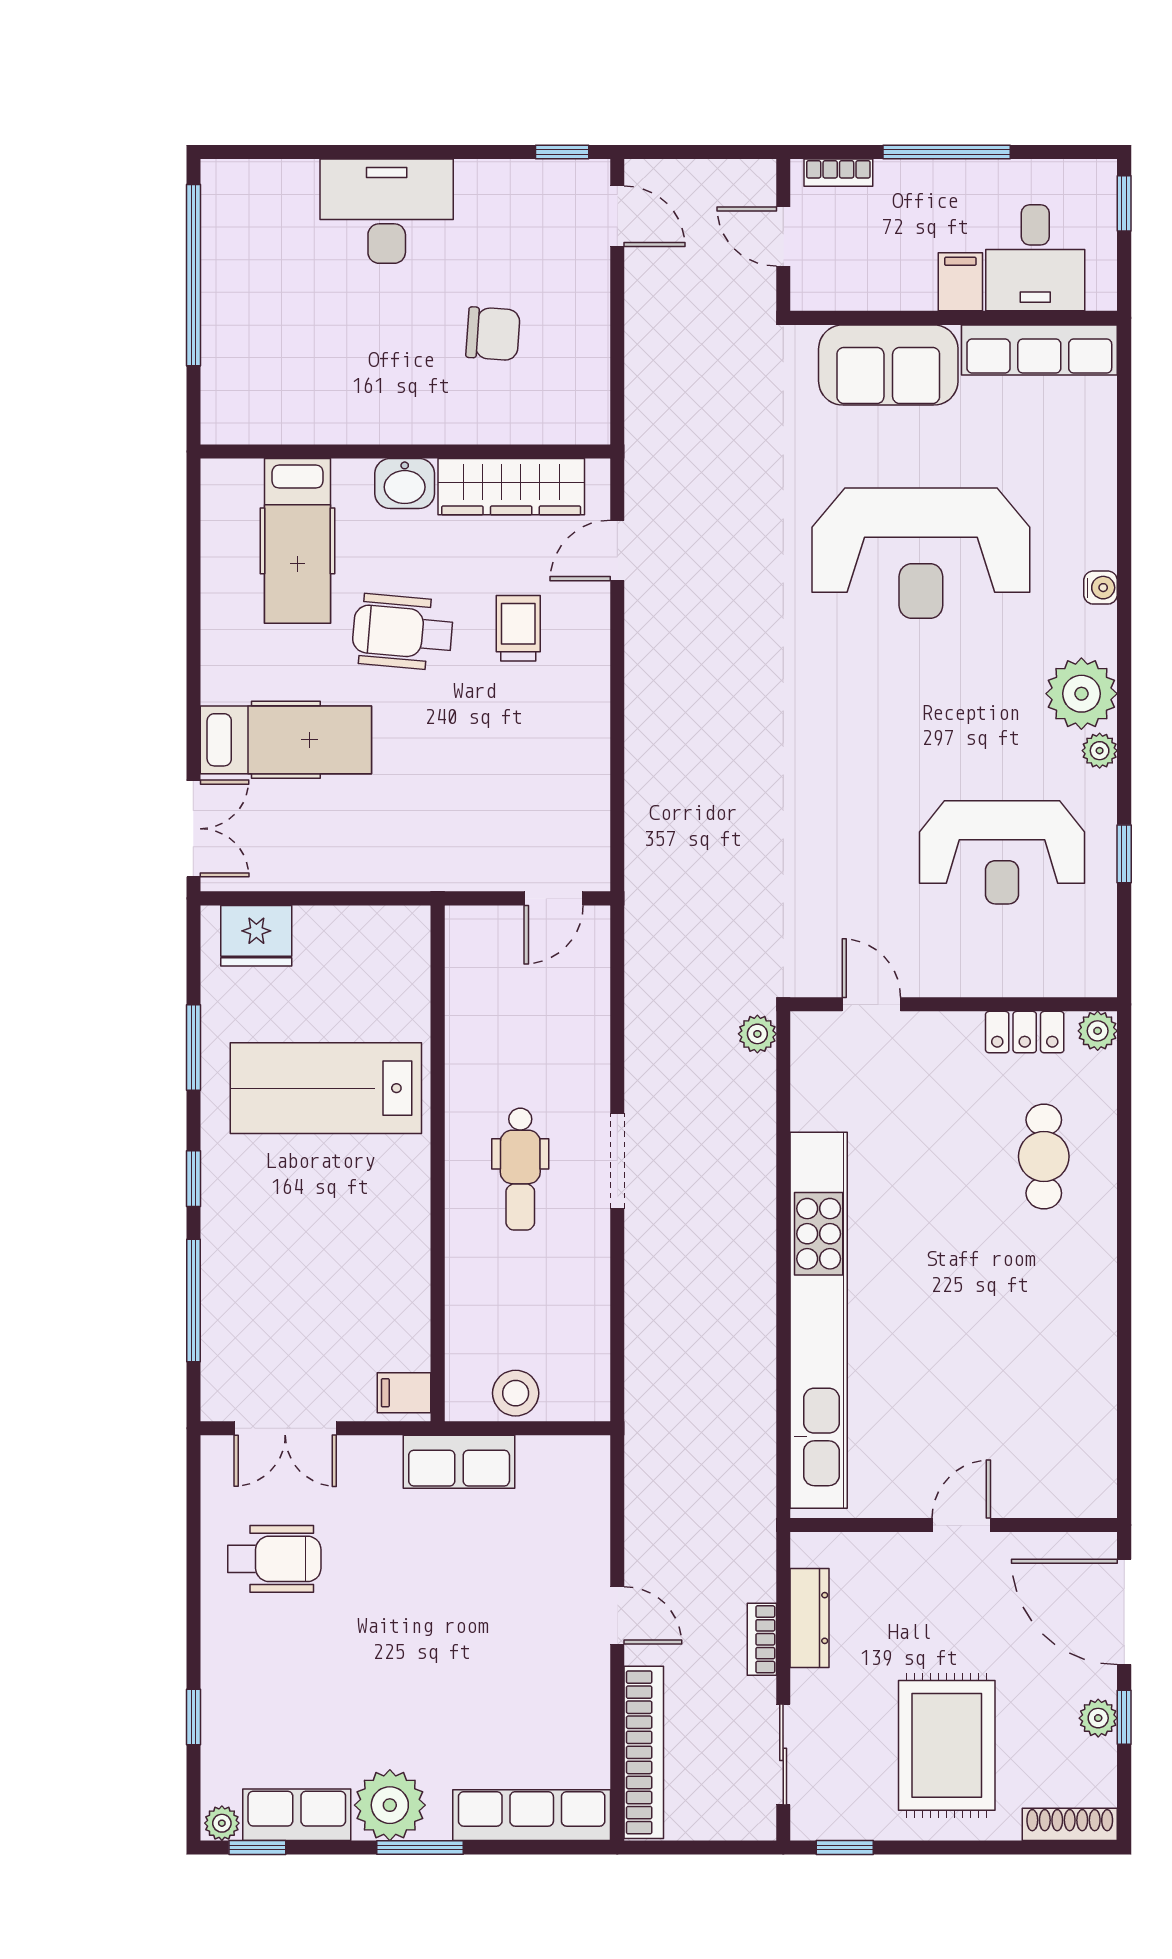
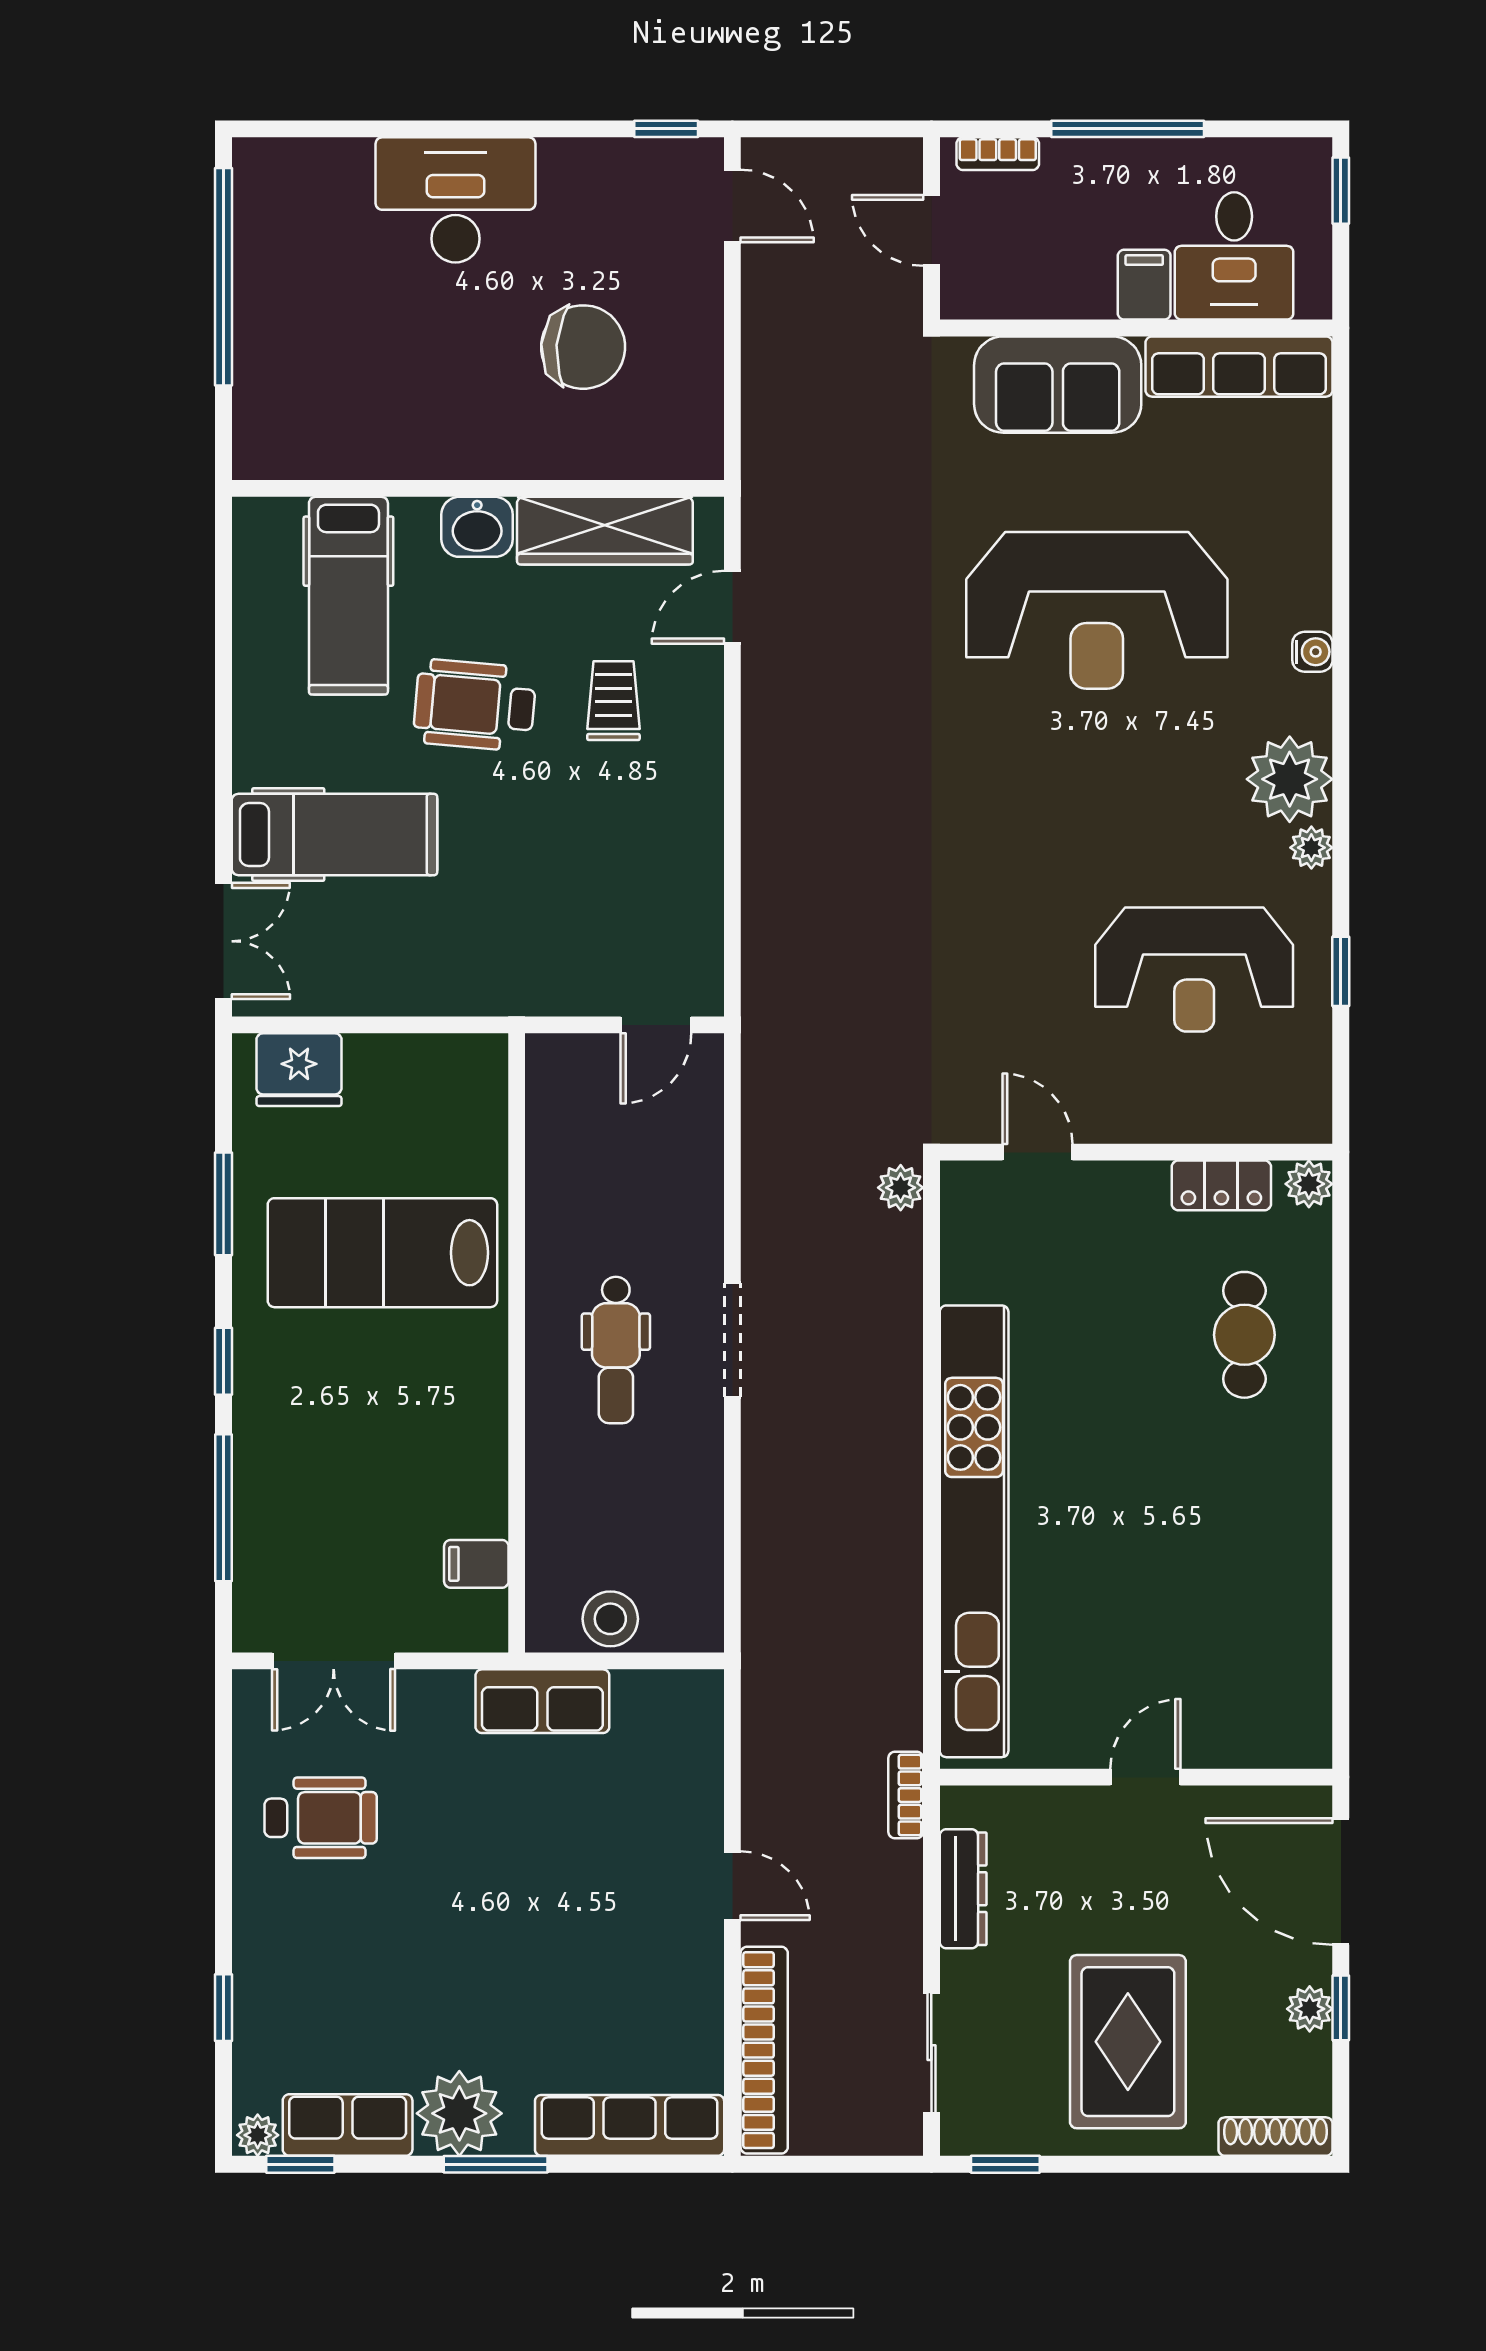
chair: (493, 334) -> (583, 347), width x1.37, depth x1.37
filing cabinet: (404, 1393) -> (476, 1564), moved
bookcase: (762, 1639) -> (906, 1795), moved

